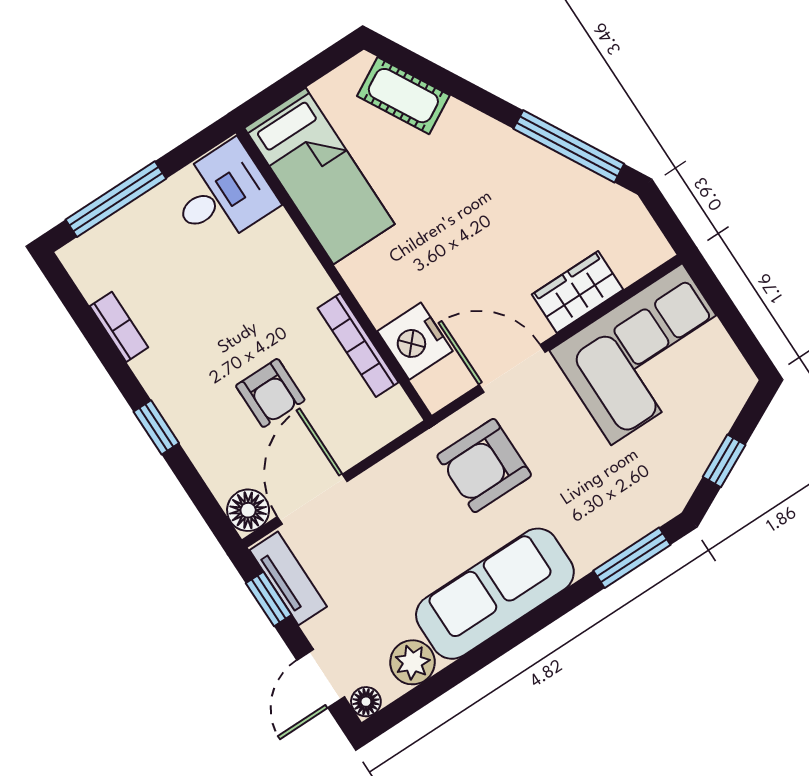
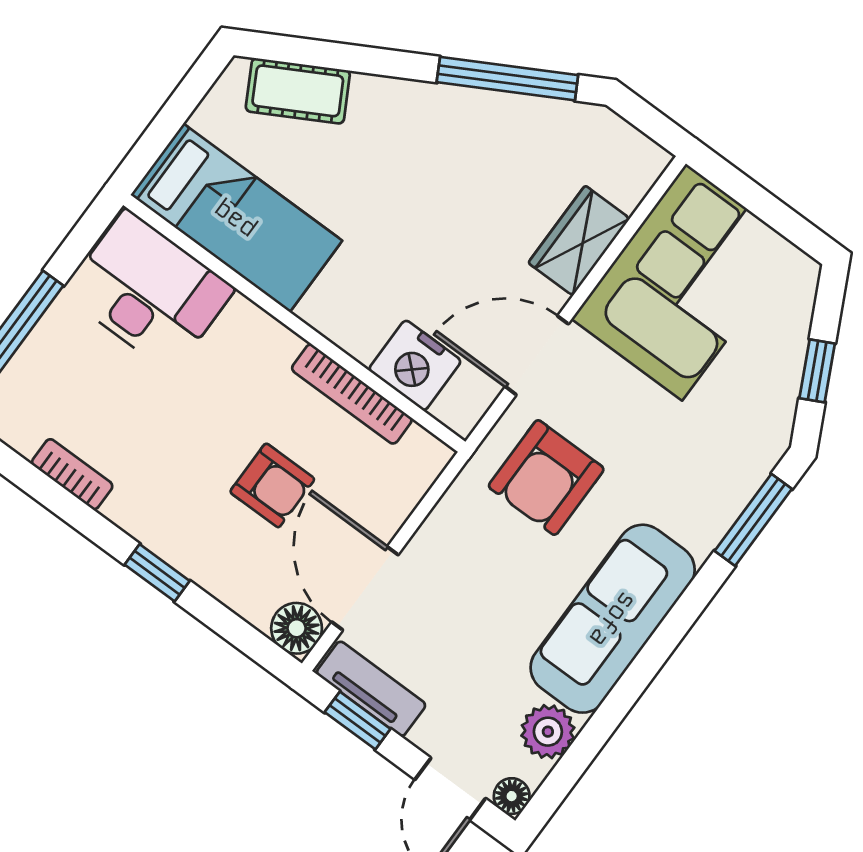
desk: (222, 195) -> (149, 291), width x1.37

